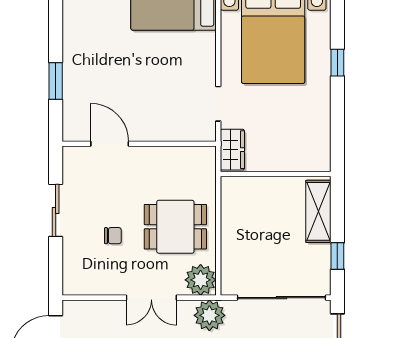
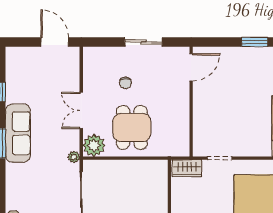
window: (56, 81) -> (255, 42), moved
door: (110, 144) -> (191, 67), moved
plant: (209, 315) -> (74, 157), width x0.53, depth x0.53

